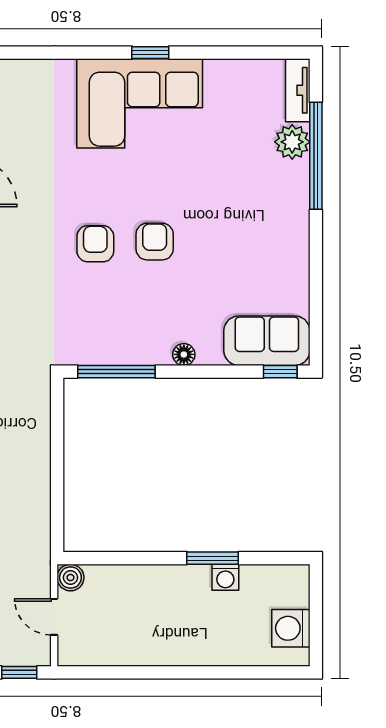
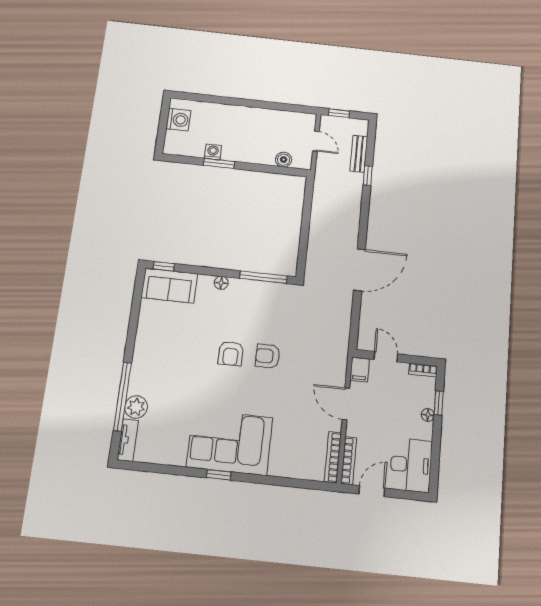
armchair: (95, 244) -> (268, 356), turned 90
boiler: (70, 578) -> (284, 160), moved

